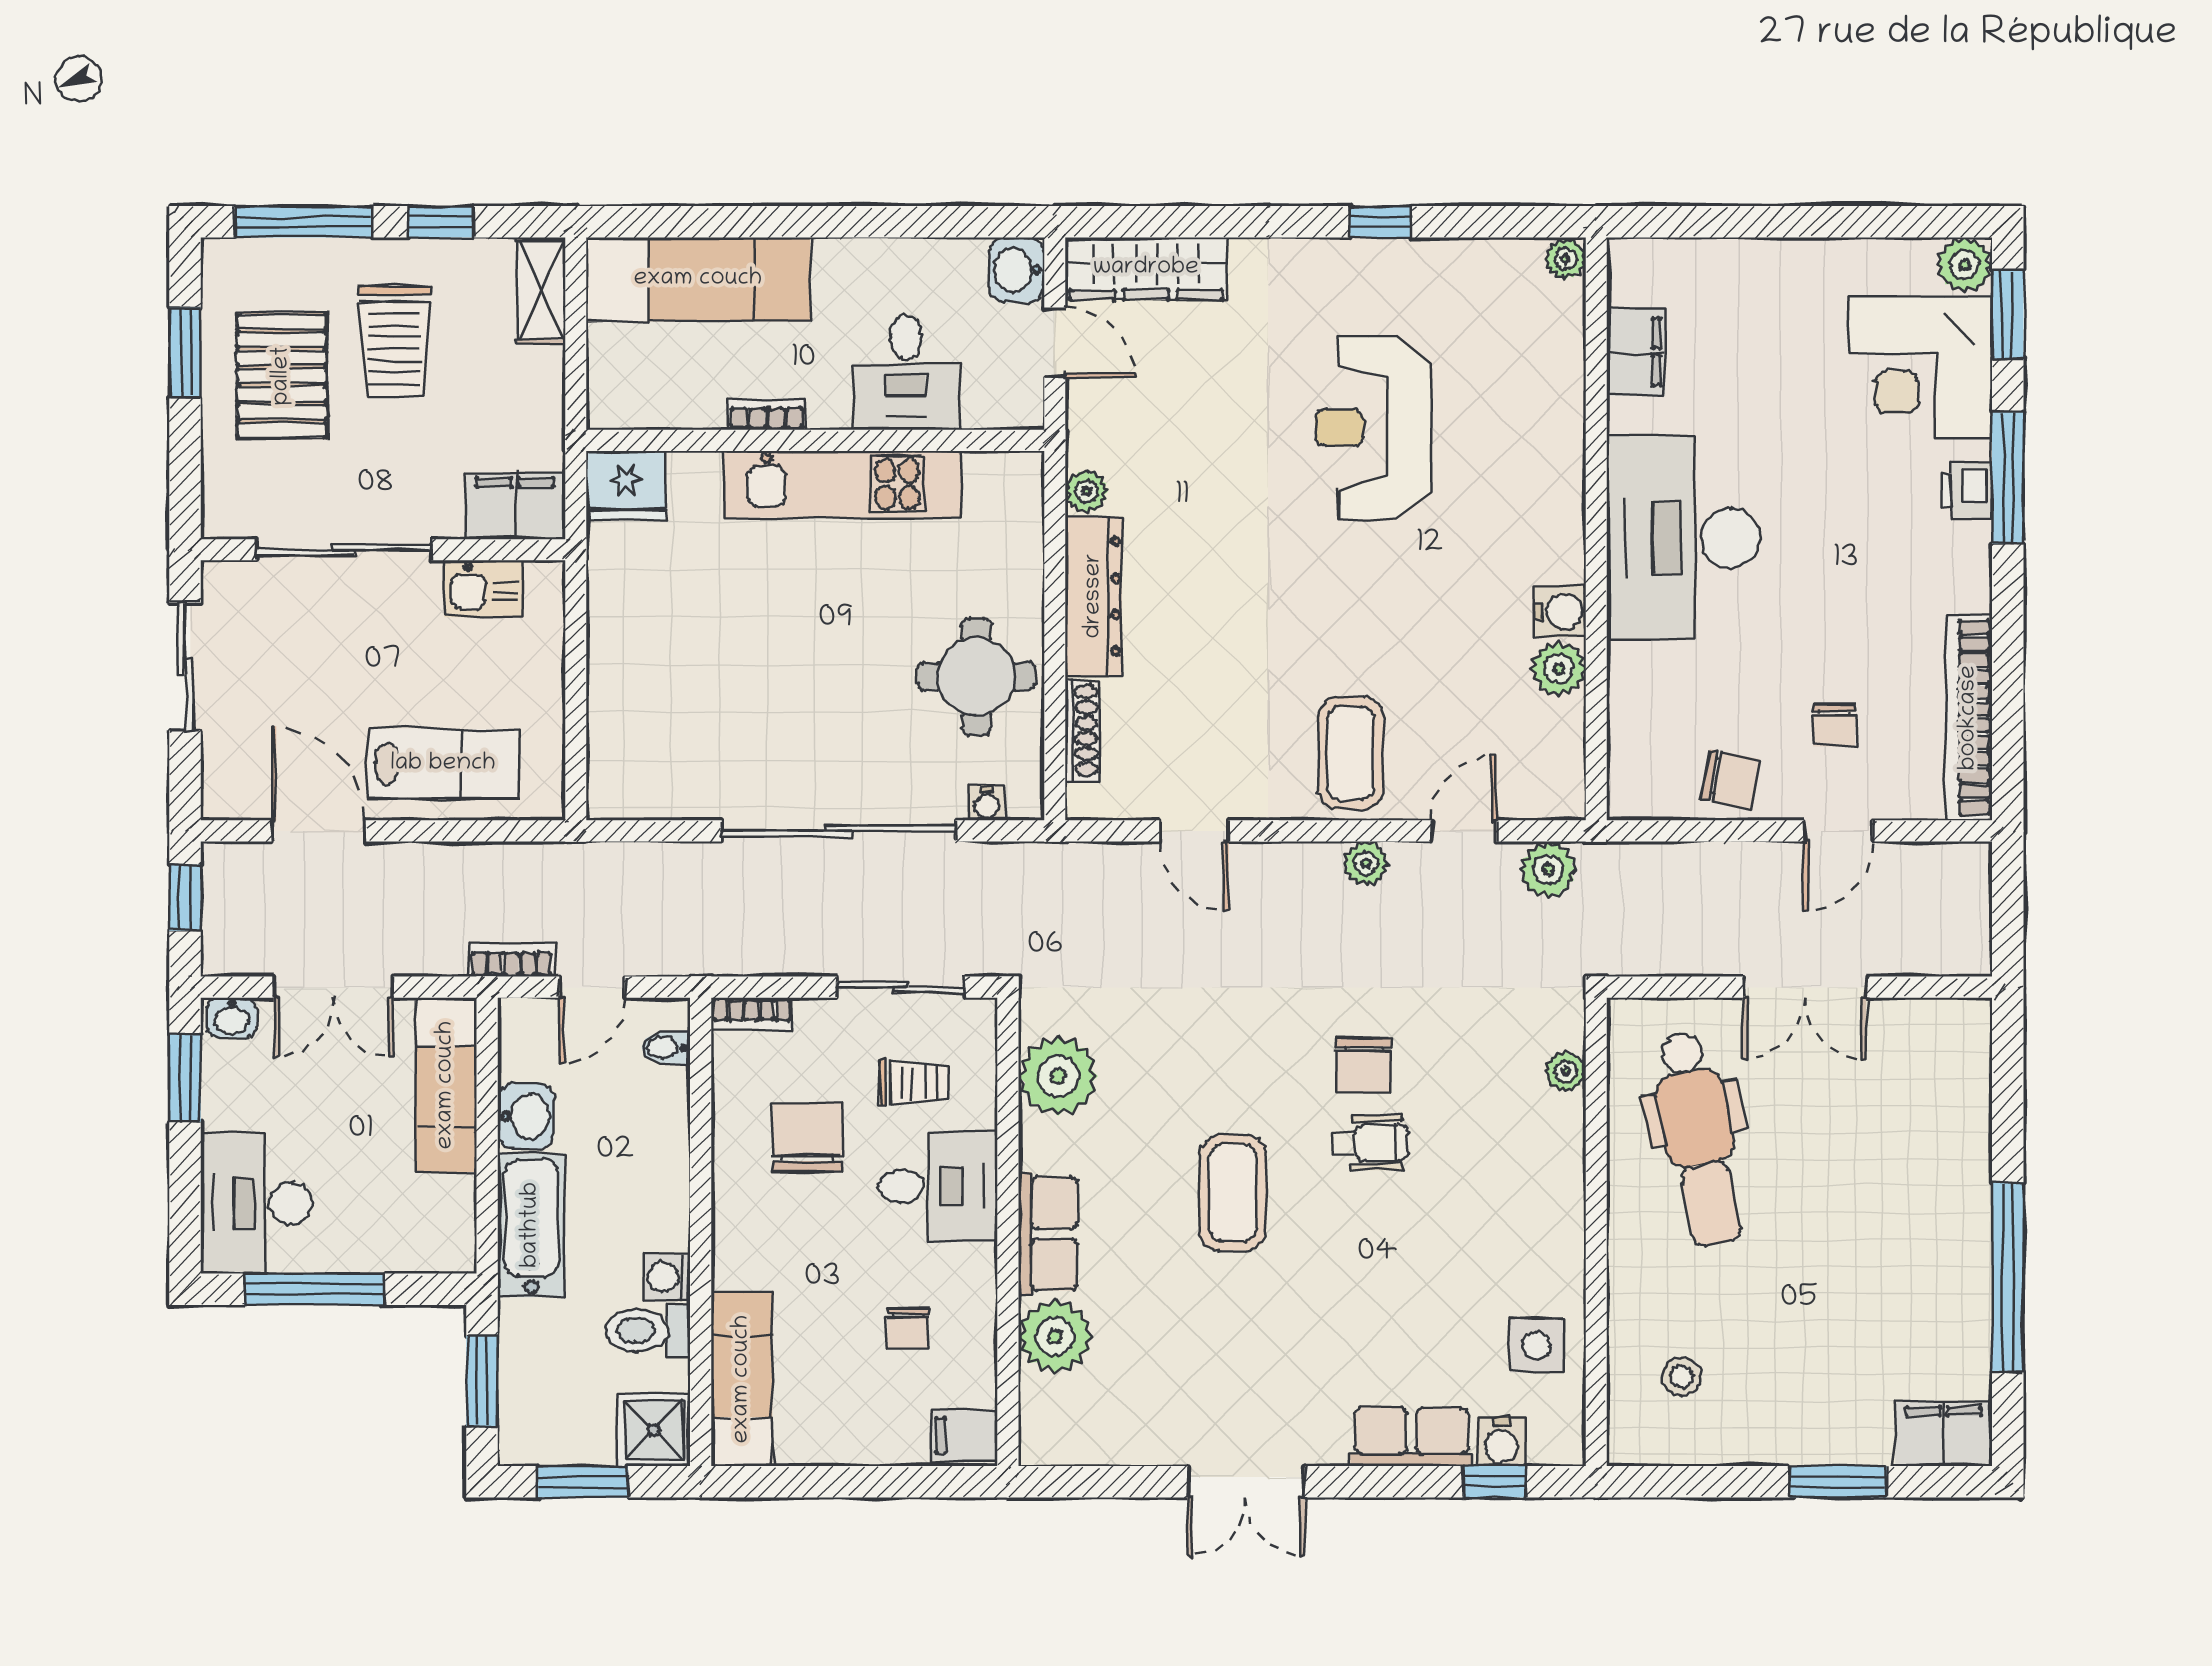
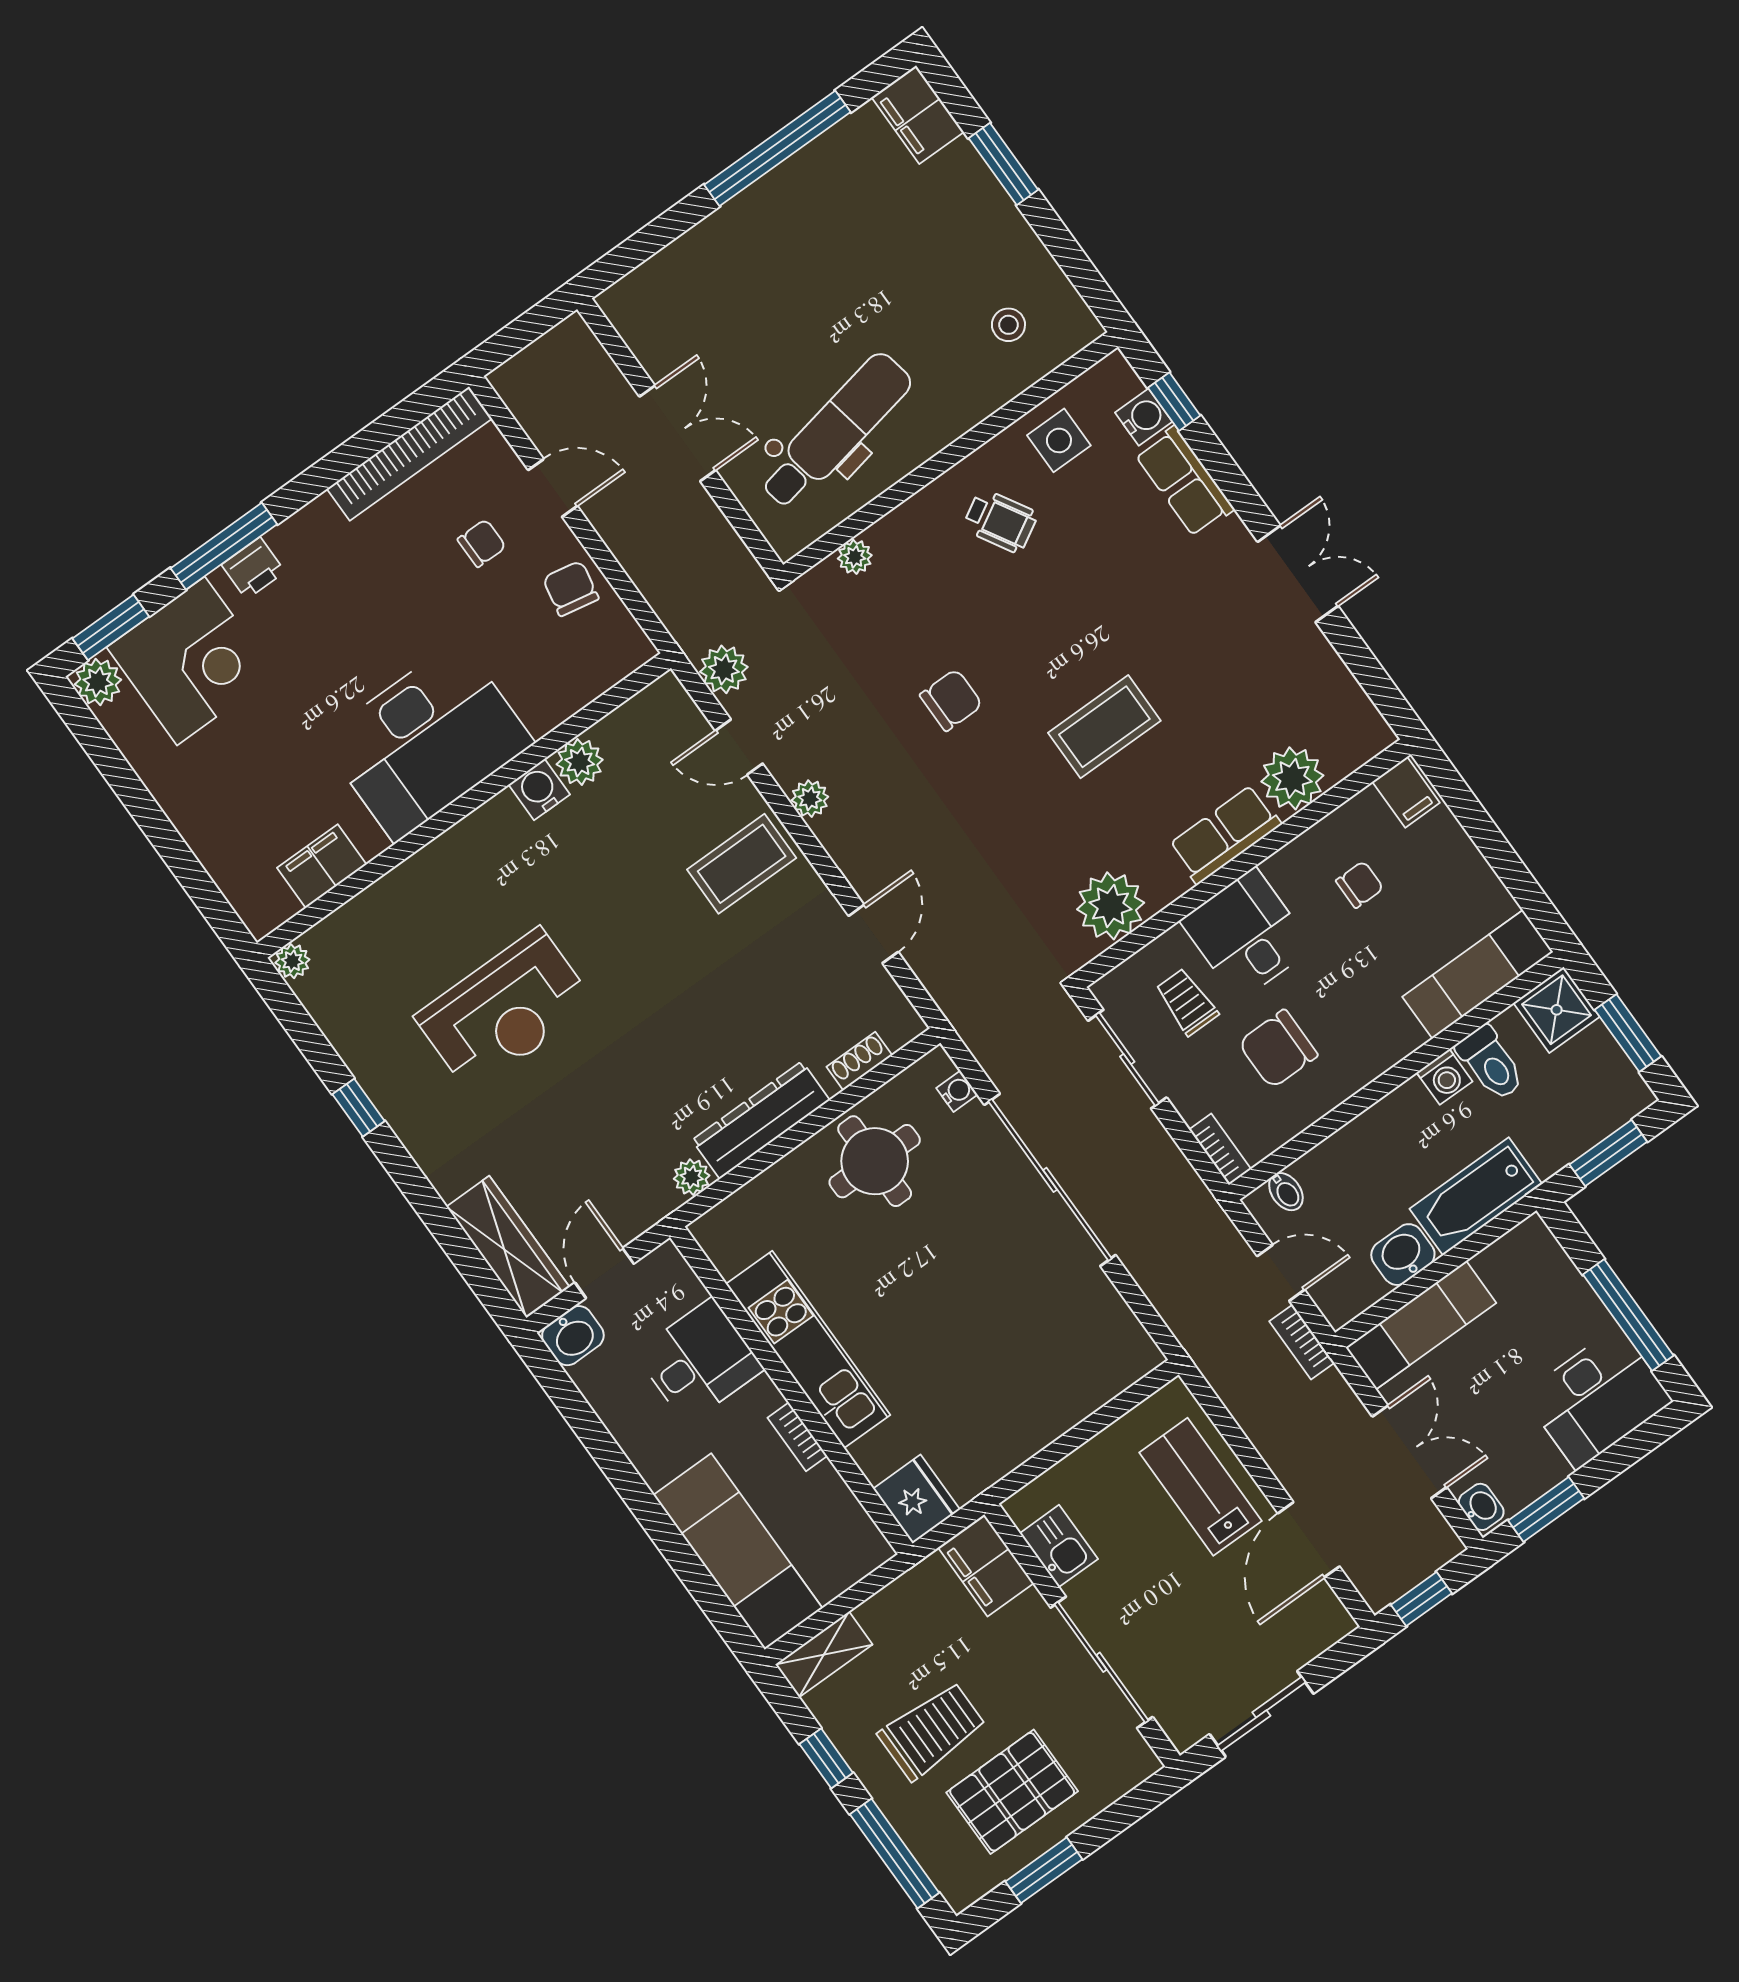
shoe rack: (1082, 731) -> (859, 1061), width x0.70
wheelchair: (1370, 1143) -> (1000, 521), moved, turned 150

